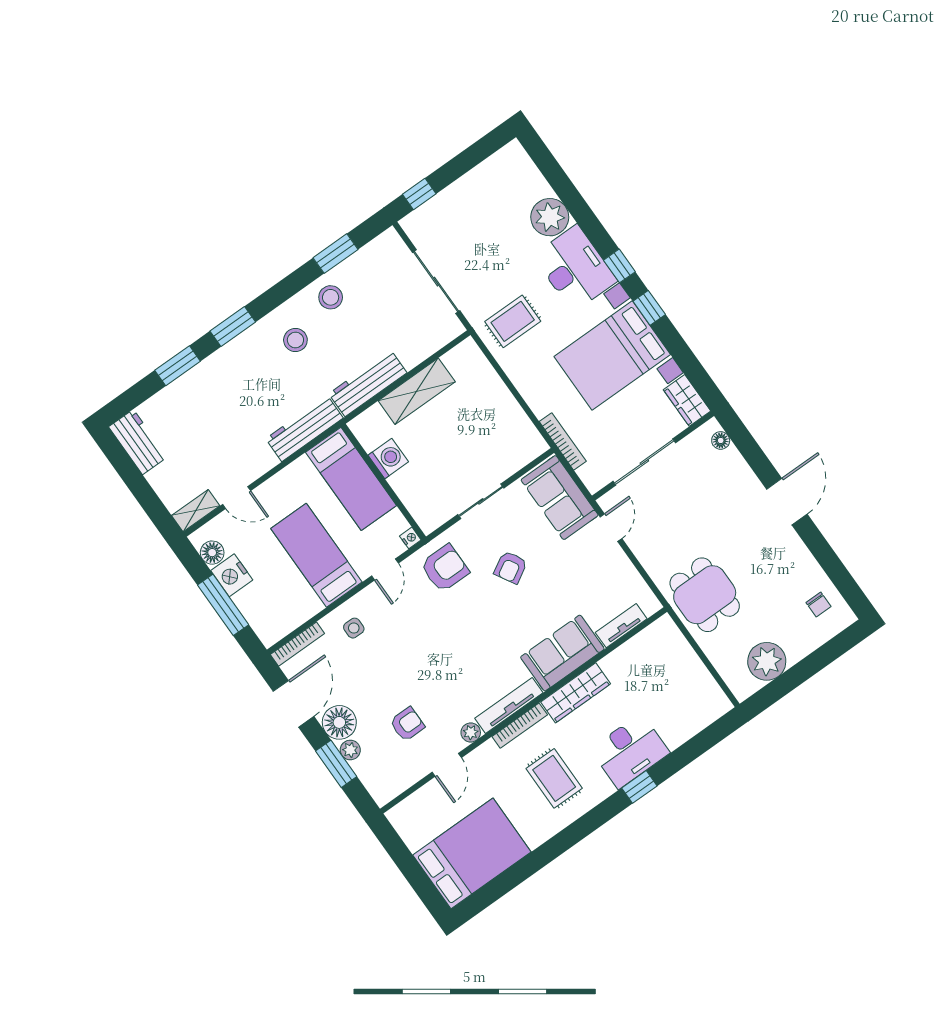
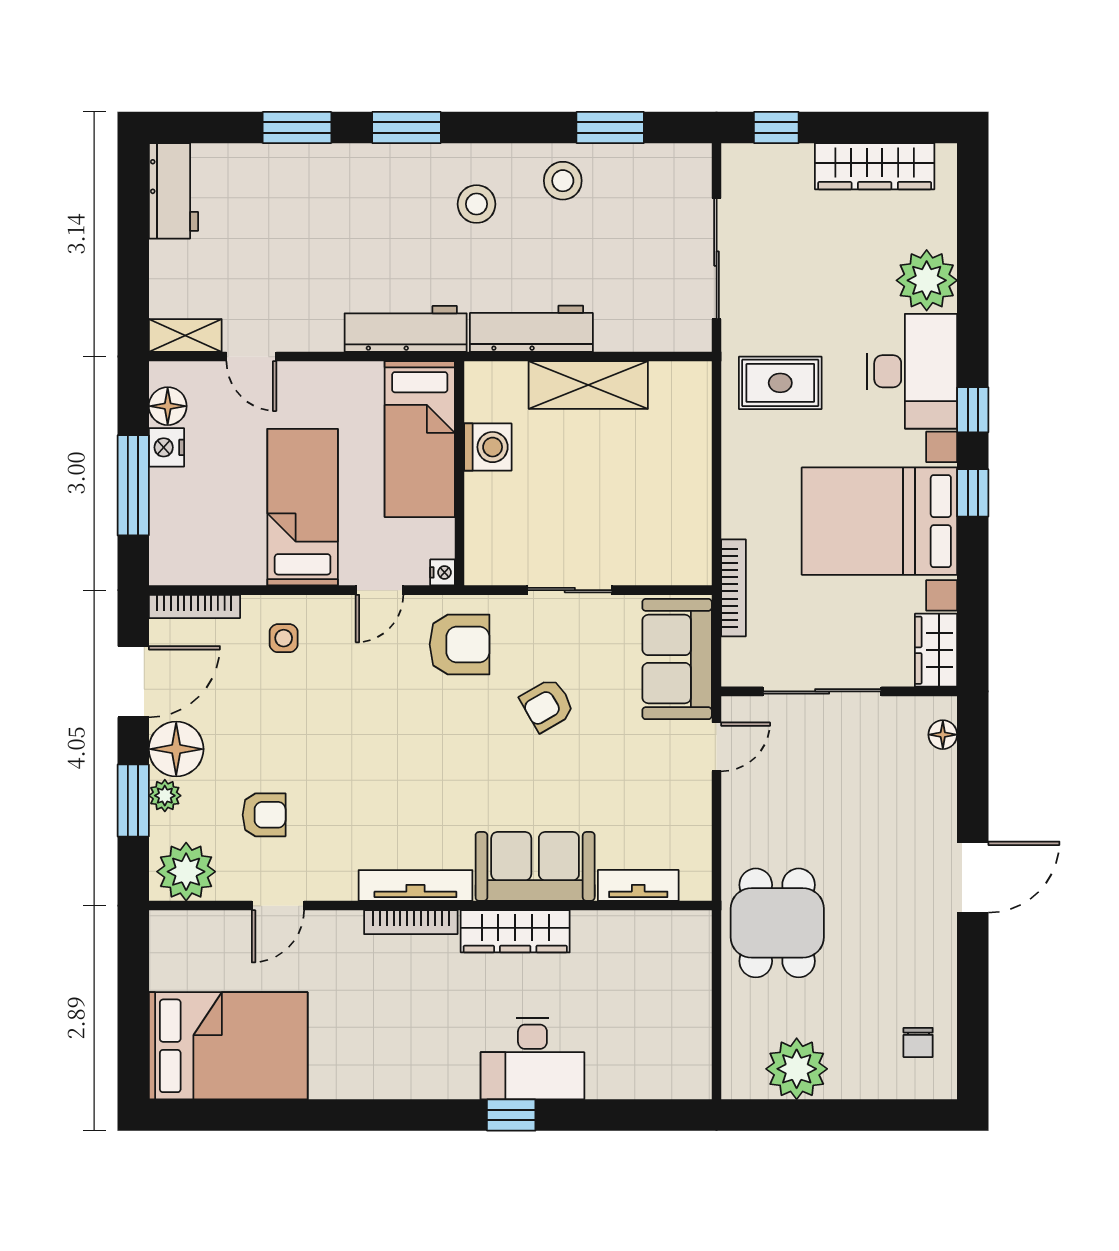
wardrobe: (483, 178) -> (875, 166), added
nightstand: (232, 575) -> (166, 447), width x0.74, depth x0.75
plant: (471, 732) -> (186, 872), moved, width x1.88, depth x1.88
rug: (554, 778) -> (407, 1024), removed

